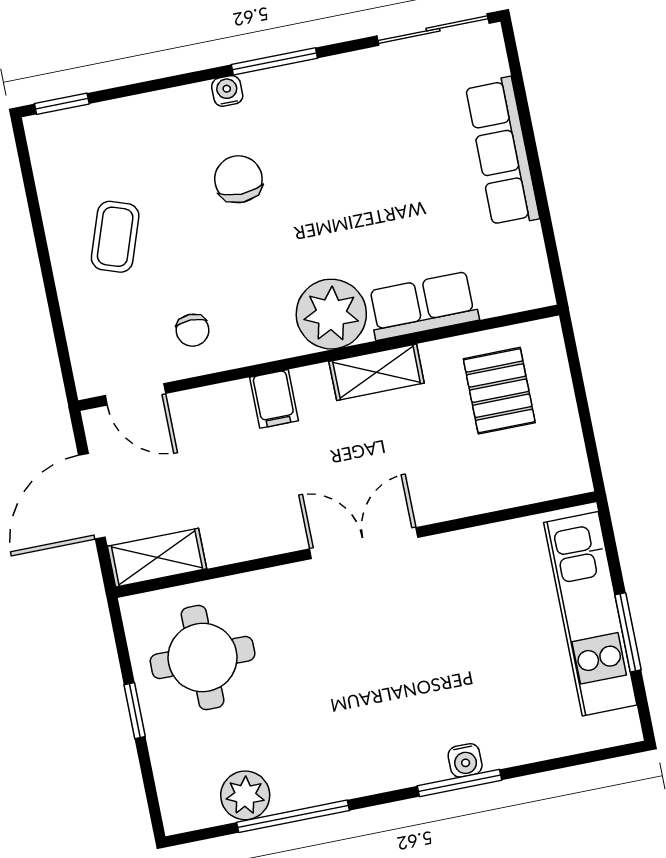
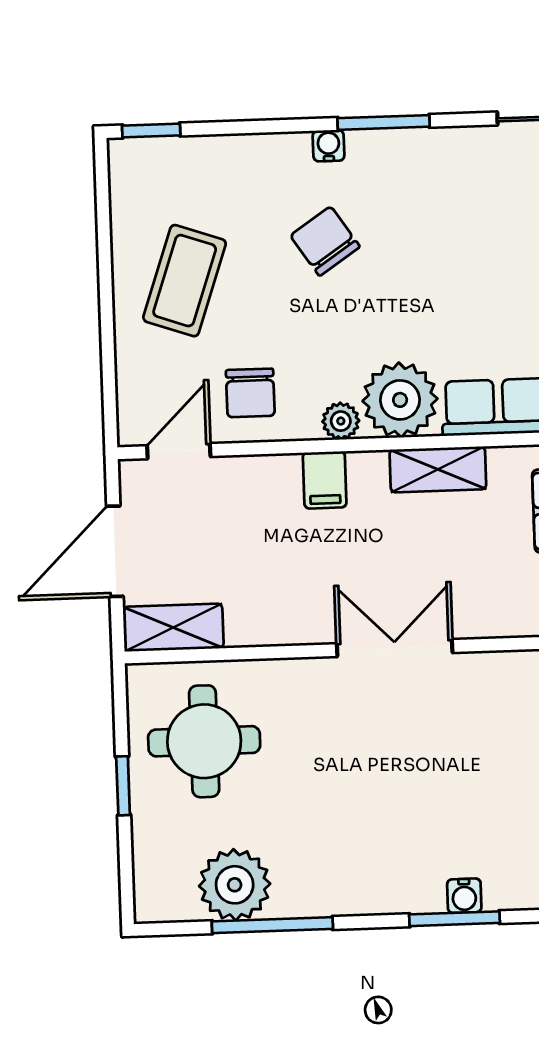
chair: (238, 179) -> (325, 241), turned -34
coffee table: (115, 237) -> (185, 281), width x1.36, depth x1.30
chair: (193, 330) -> (250, 393), width x1.37, depth x1.37
plant: (280, 342) -> (341, 421), added
door: (135, 394) -> (179, 451), swing flipped
plant: (245, 795) -> (235, 885), width x1.36, depth x1.36

